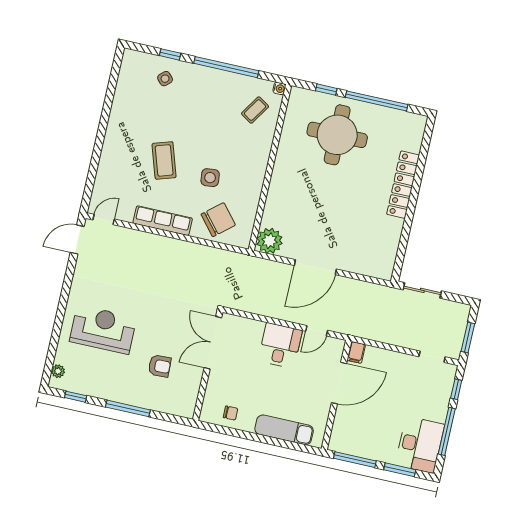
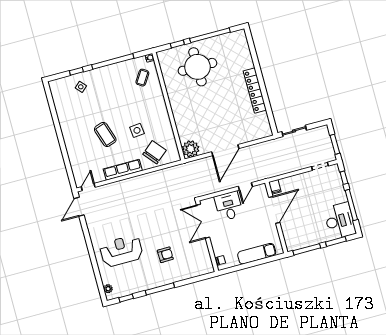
locker: (403, 185) -> (255, 91), moved
double door: (213, 343) -> (203, 221), moved
wall: (208, 366) -> (207, 236), moved

